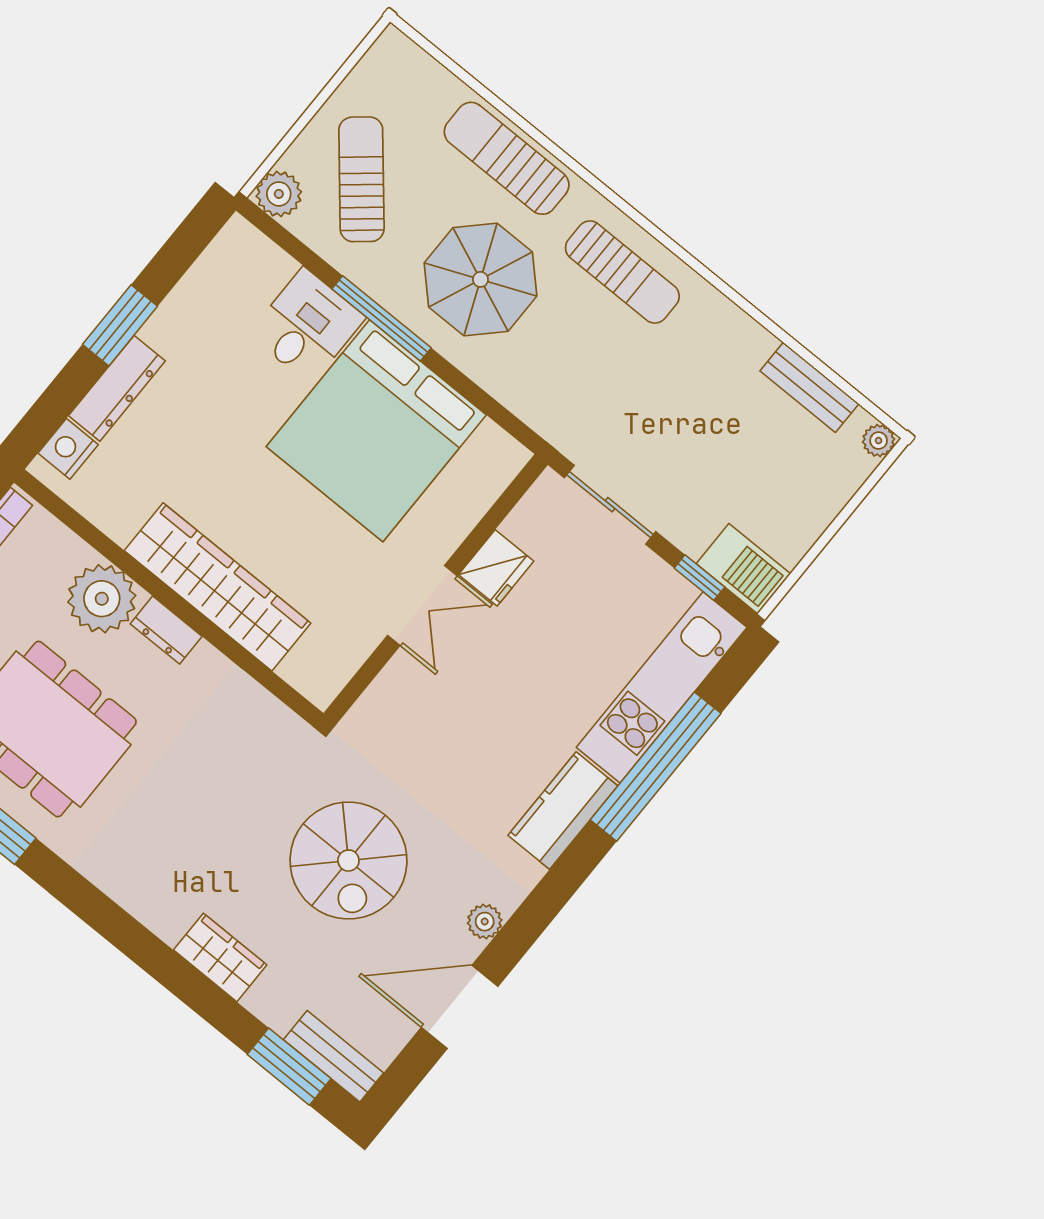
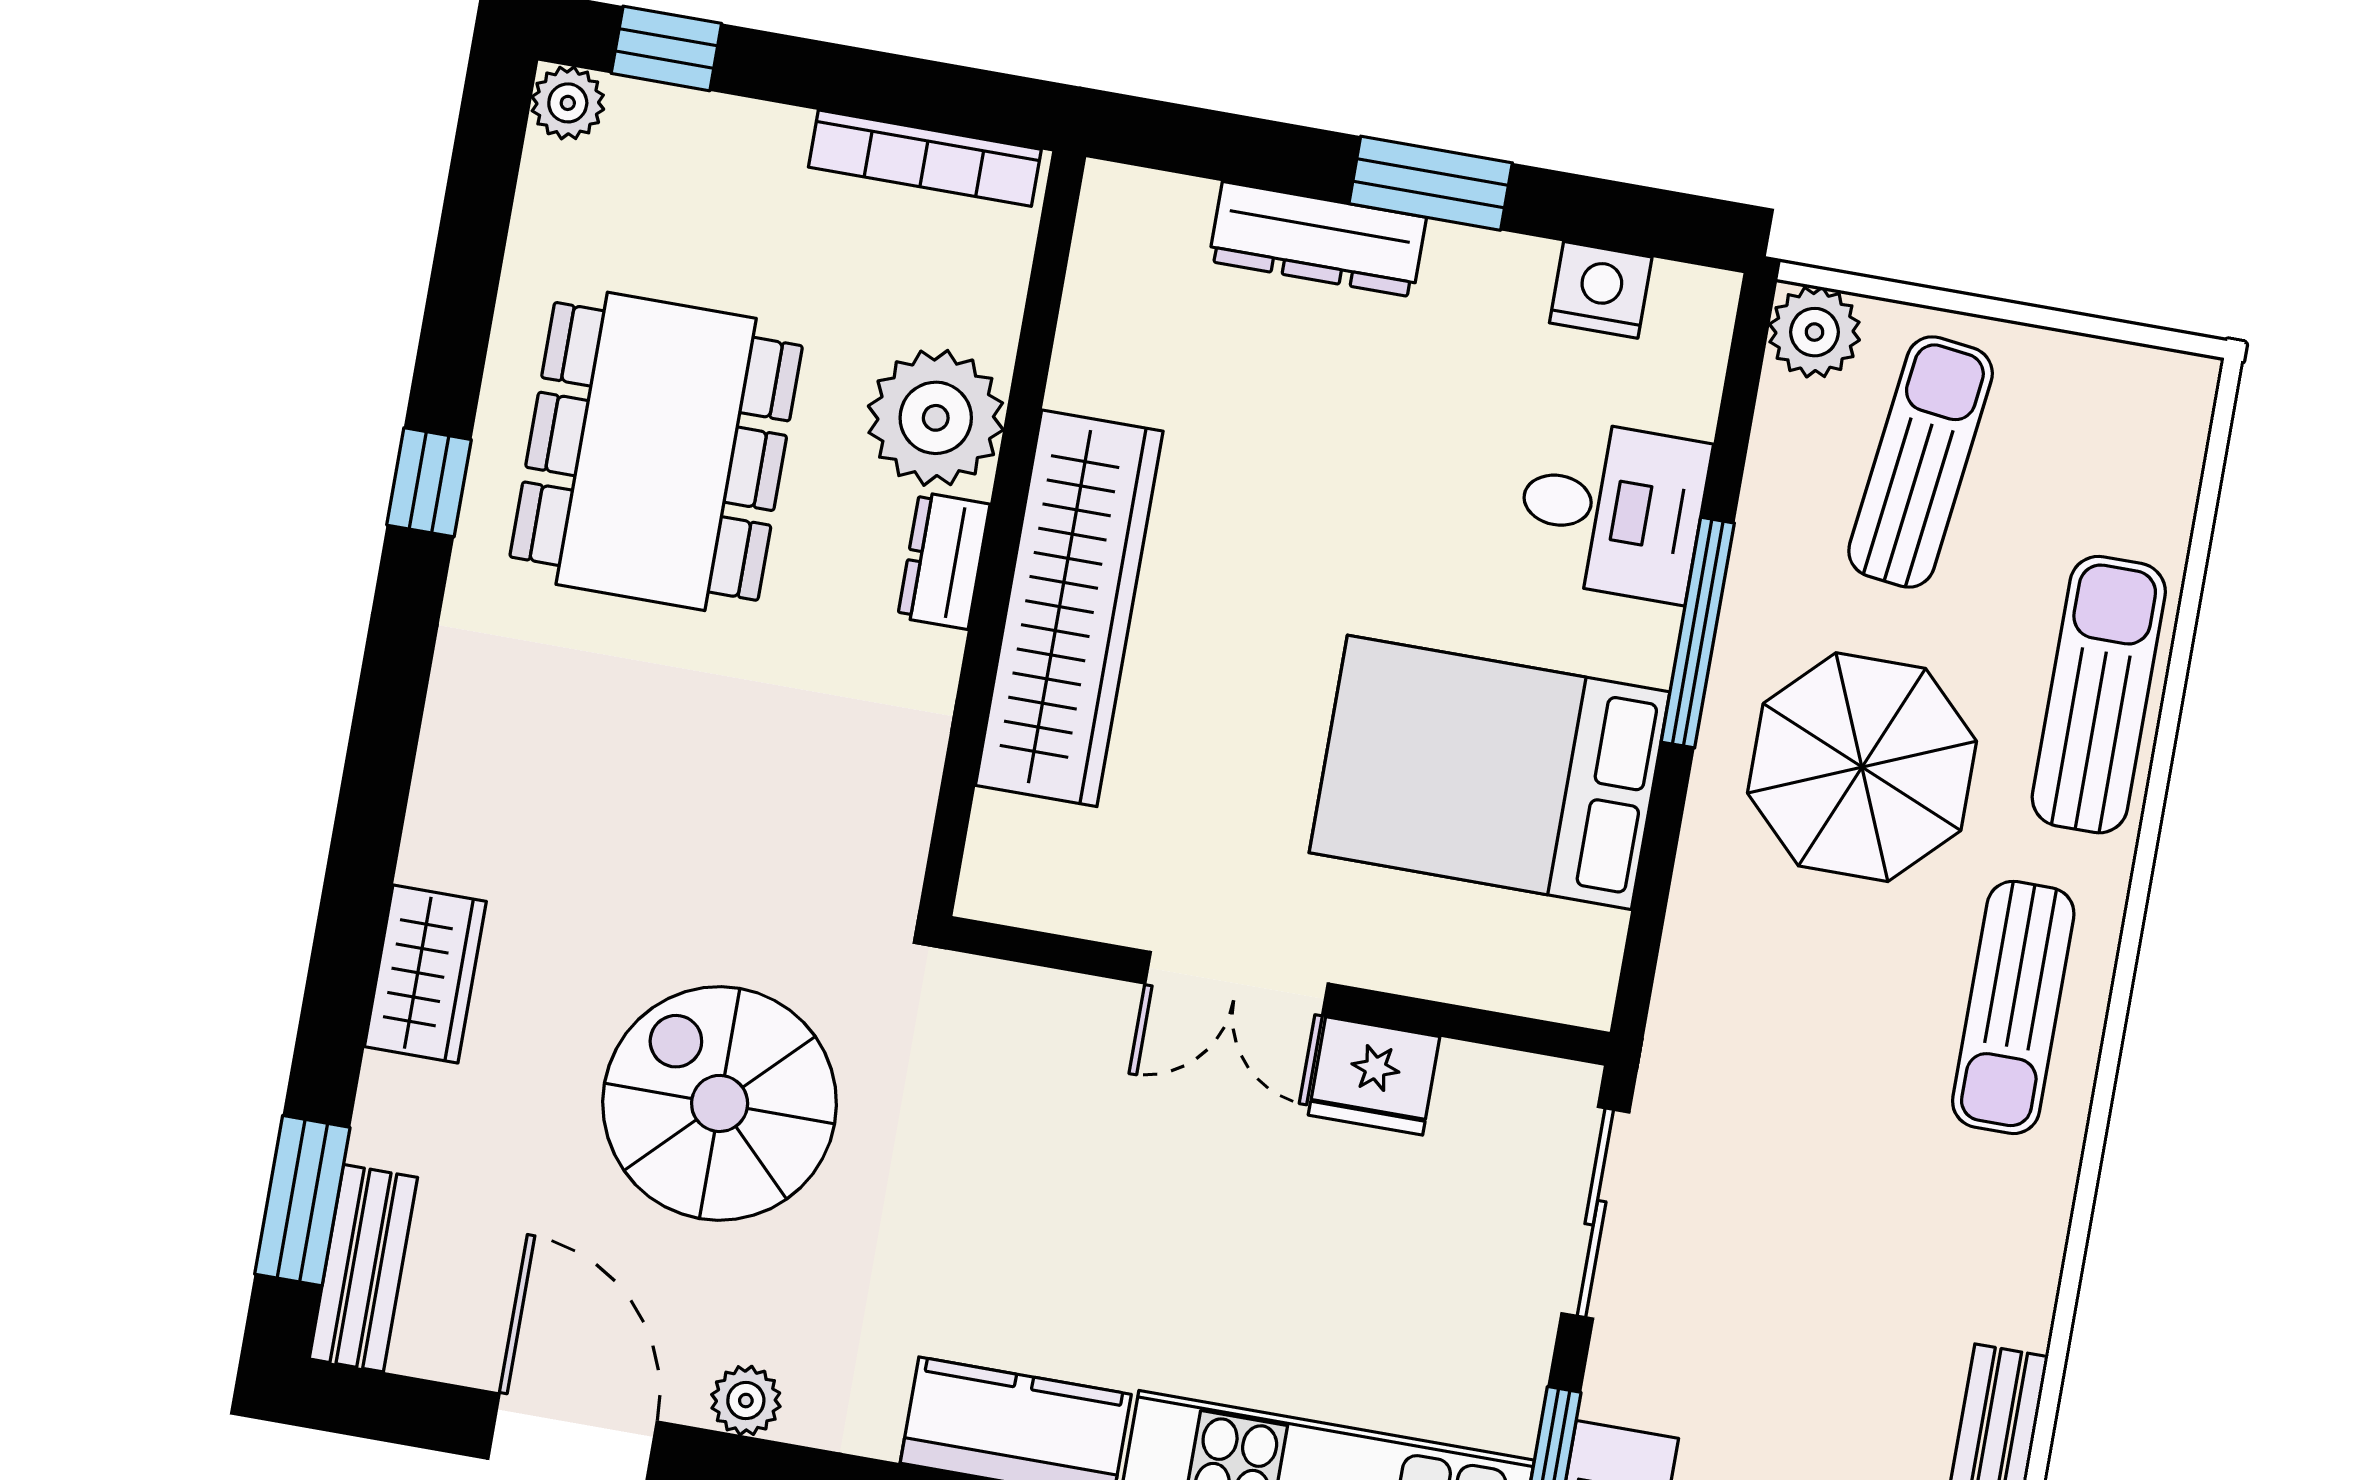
sun lounger: (361, 179) -> (1921, 462), turned -43
bed: (376, 431) -> (1489, 772), width x0.73
nightstand: (68, 449) -> (1601, 290), moved
spiral stairs: (348, 861) -> (720, 1103), turned 90

